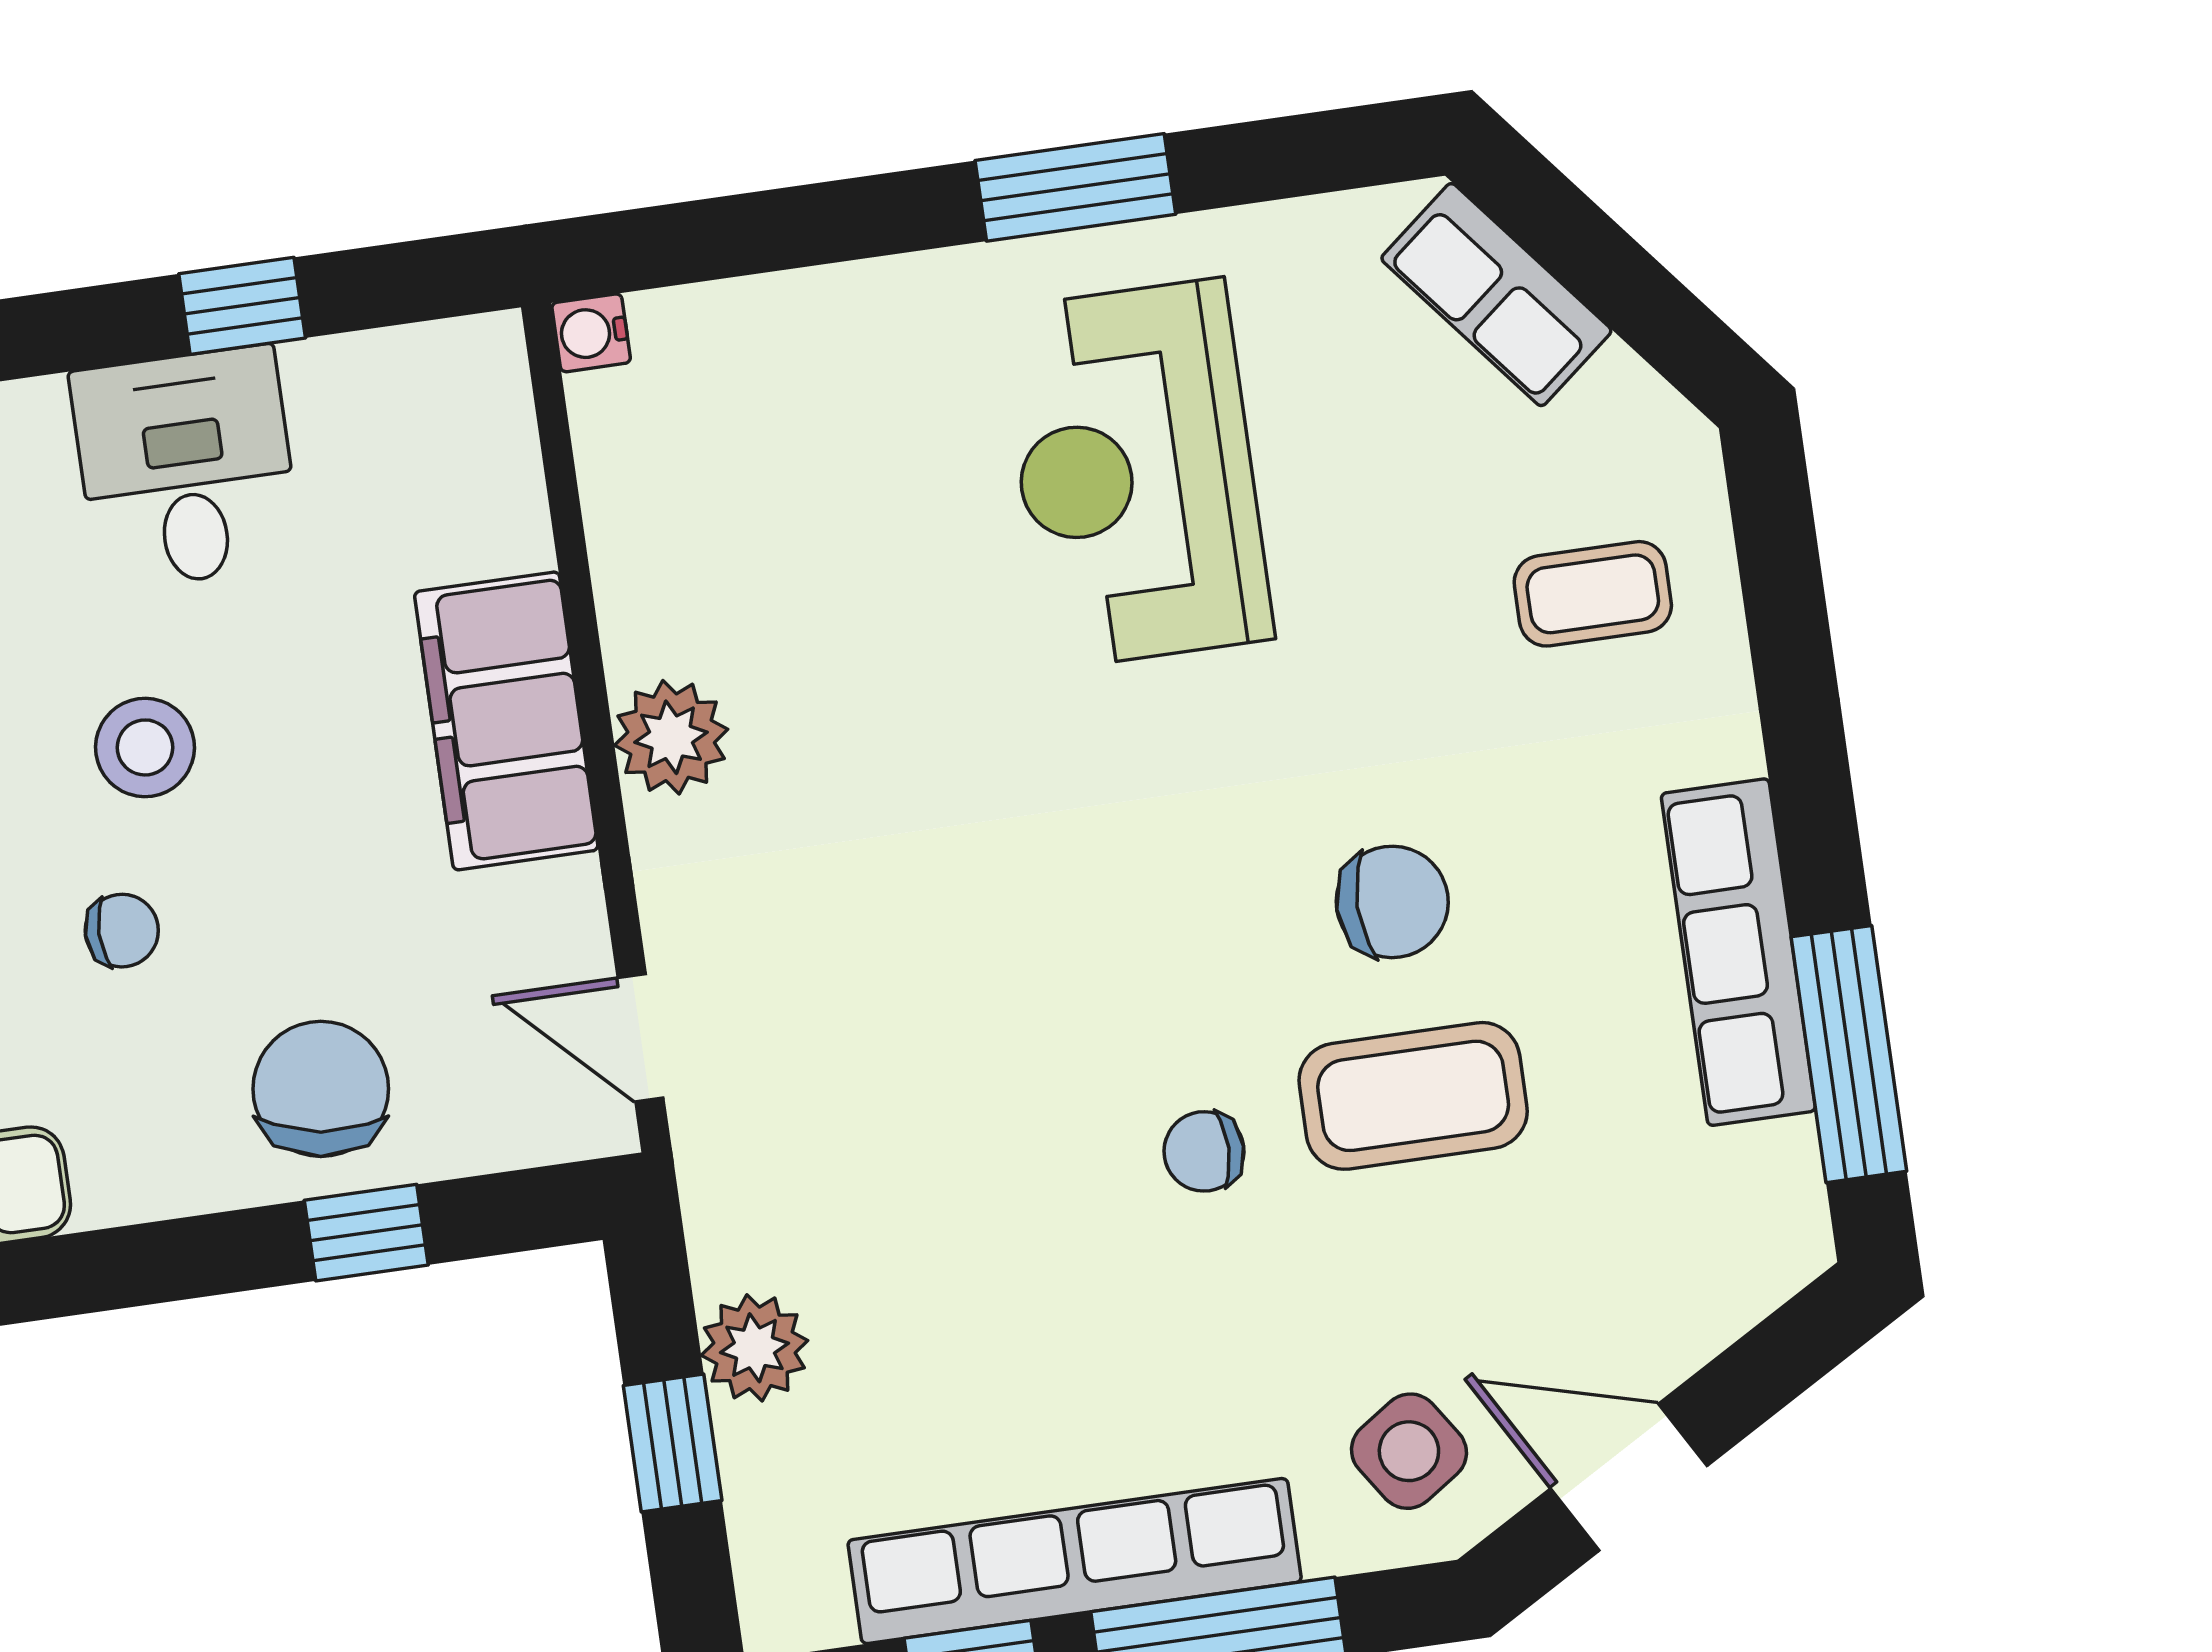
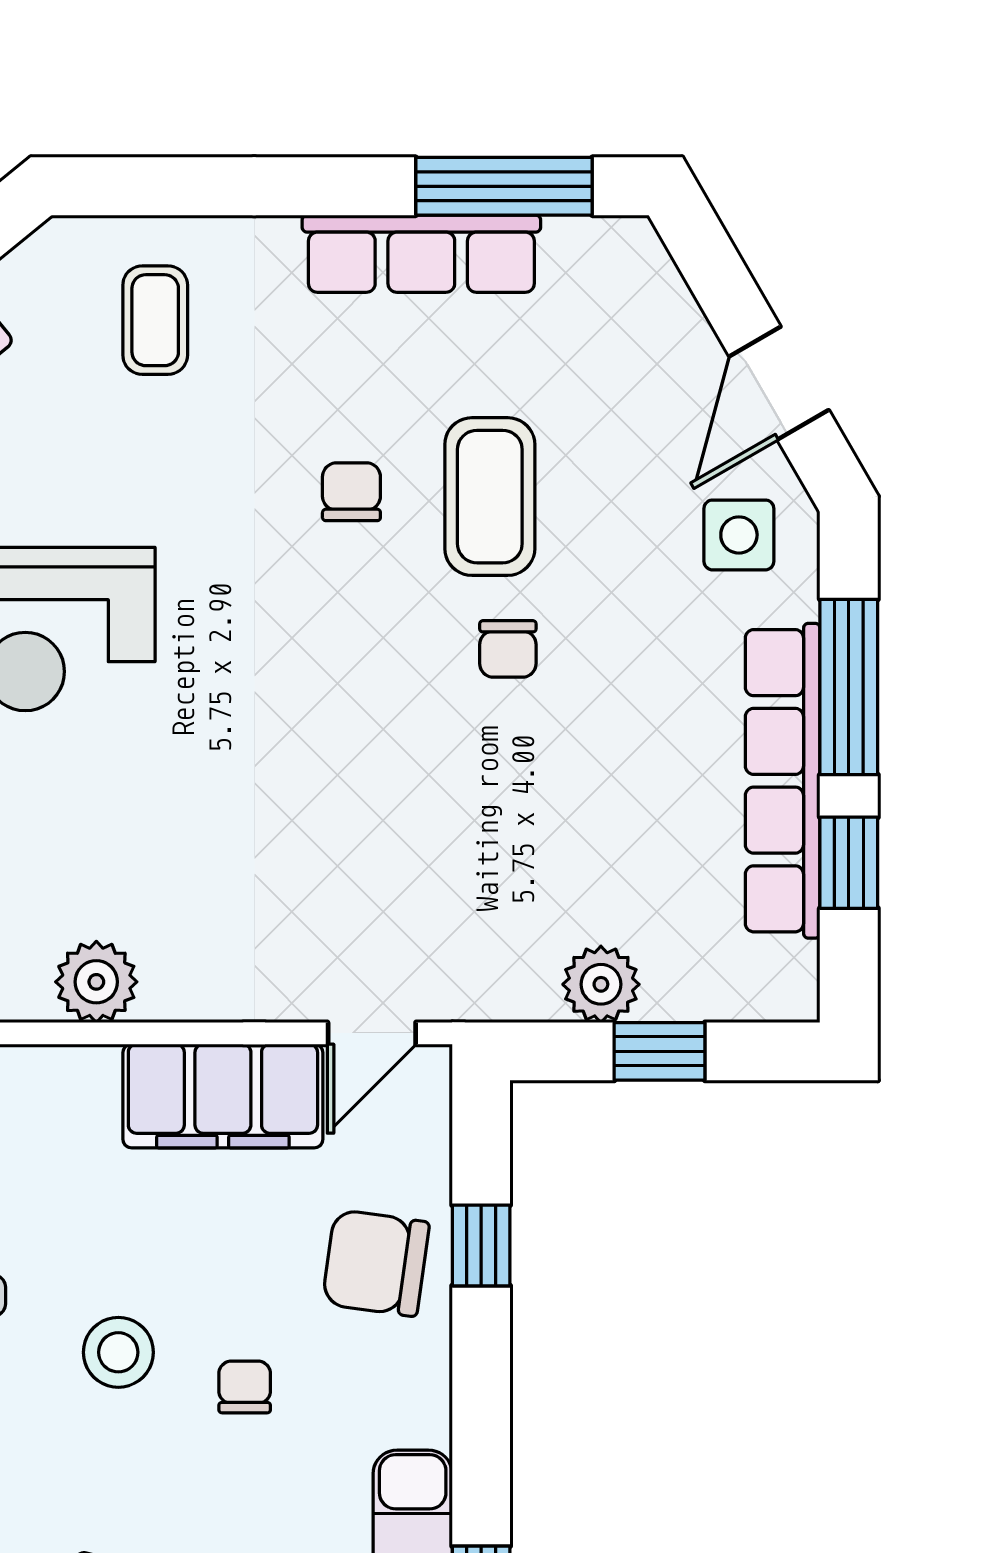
filing cabinet: (506, 721) -> (223, 1096), moved
plant: (671, 737) -> (96, 982), moved
chair: (1392, 902) -> (351, 492), width x0.73, depth x0.73
side table: (1409, 1451) -> (739, 535), turned 34

